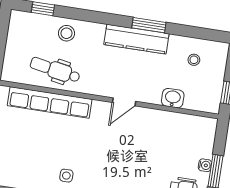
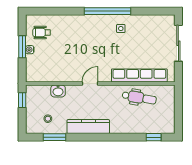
window: (149, 25) -> (54, 137), moved
stool: (66, 33) -> (135, 123), removed

